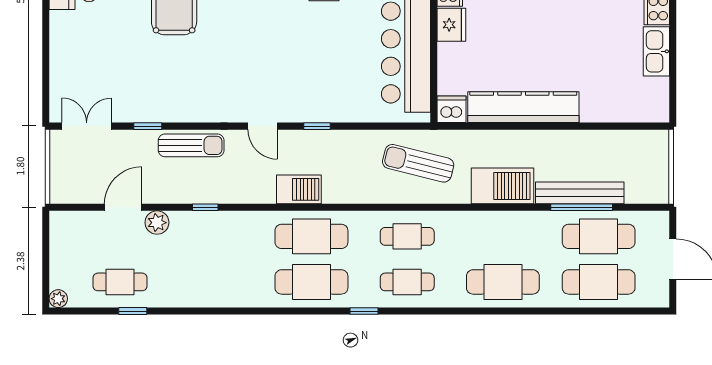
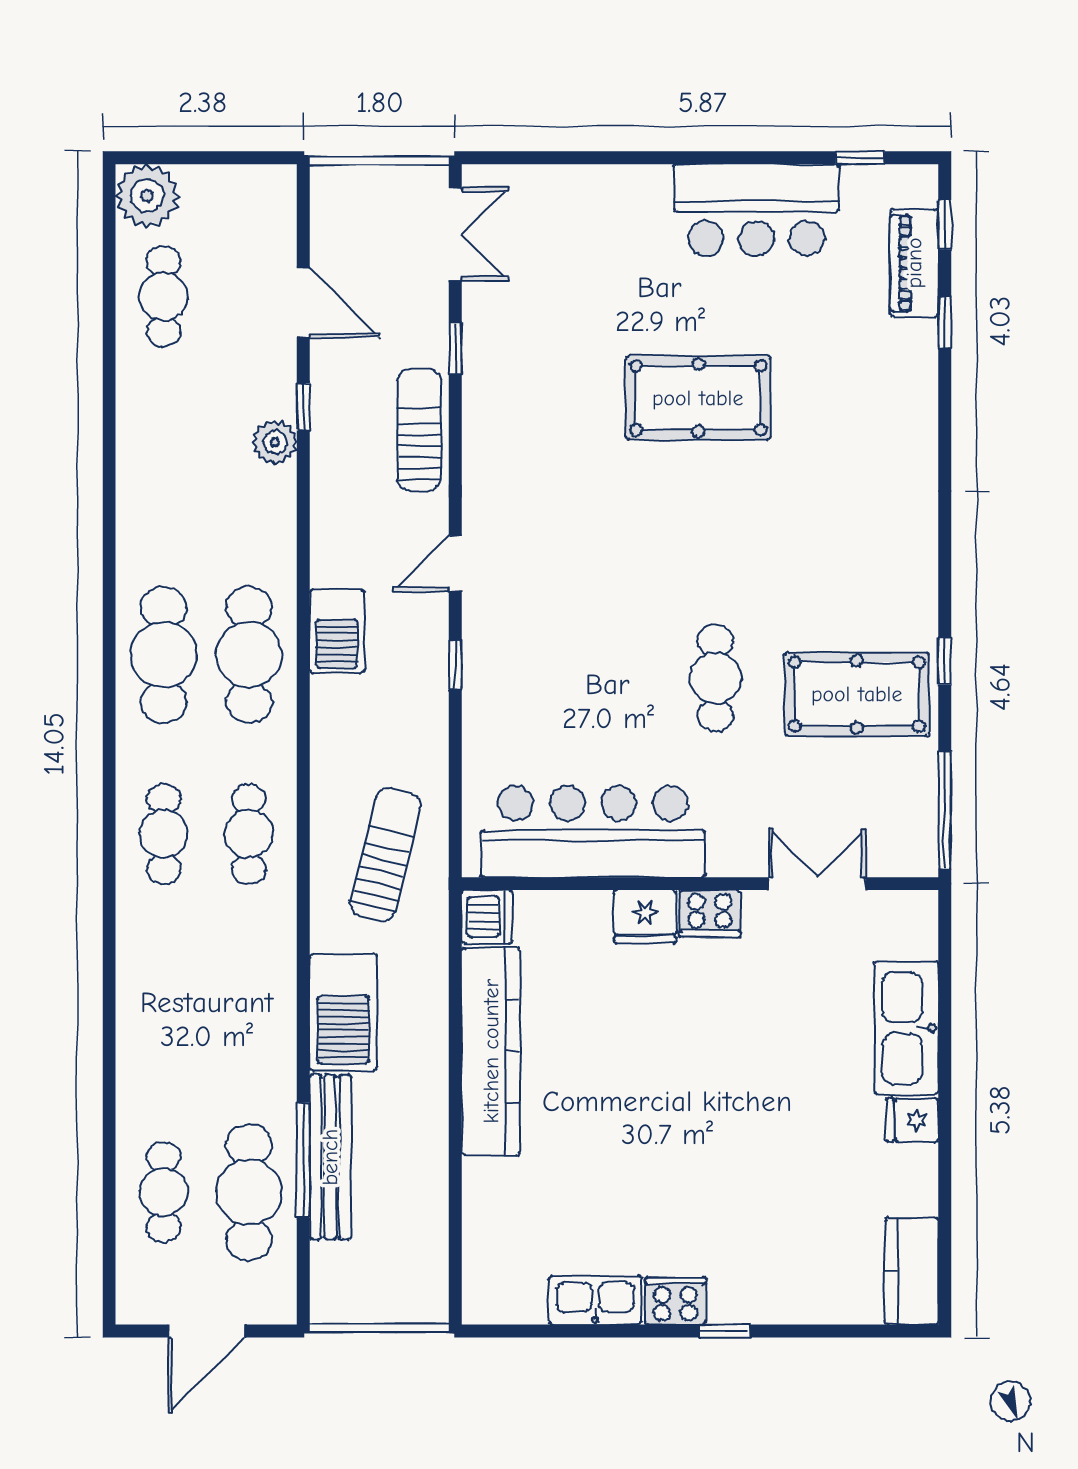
sun lounger: (191, 145) -> (419, 430), turned 180
window: (205, 207) -> (303, 407), moved
plant: (157, 223) -> (275, 442), moved
cafe table: (503, 282) -> (164, 1013), removed
cafe table: (599, 282) -> (164, 1192), width x0.73, depth x0.74
plant: (58, 299) -> (147, 196), width x1.88, depth x1.88
window: (133, 311) -> (109, 320), removed
window: (364, 311) -> (109, 753), removed

